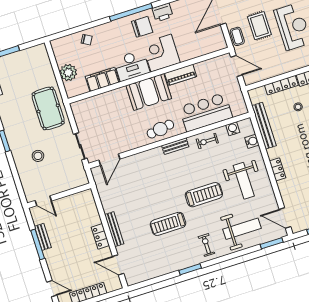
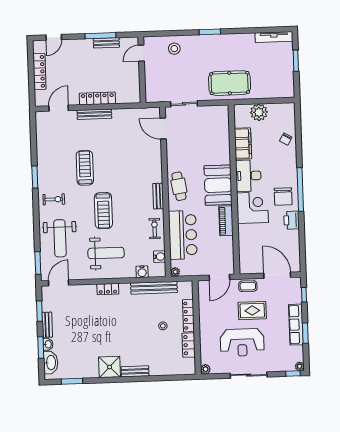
plant: (243, 110) -> (175, 272), added
stool: (38, 156) -> (174, 49), moved
weight bench: (244, 181) -> (106, 253), turned 180
locker: (100, 236) -> (97, 99), width x1.53

